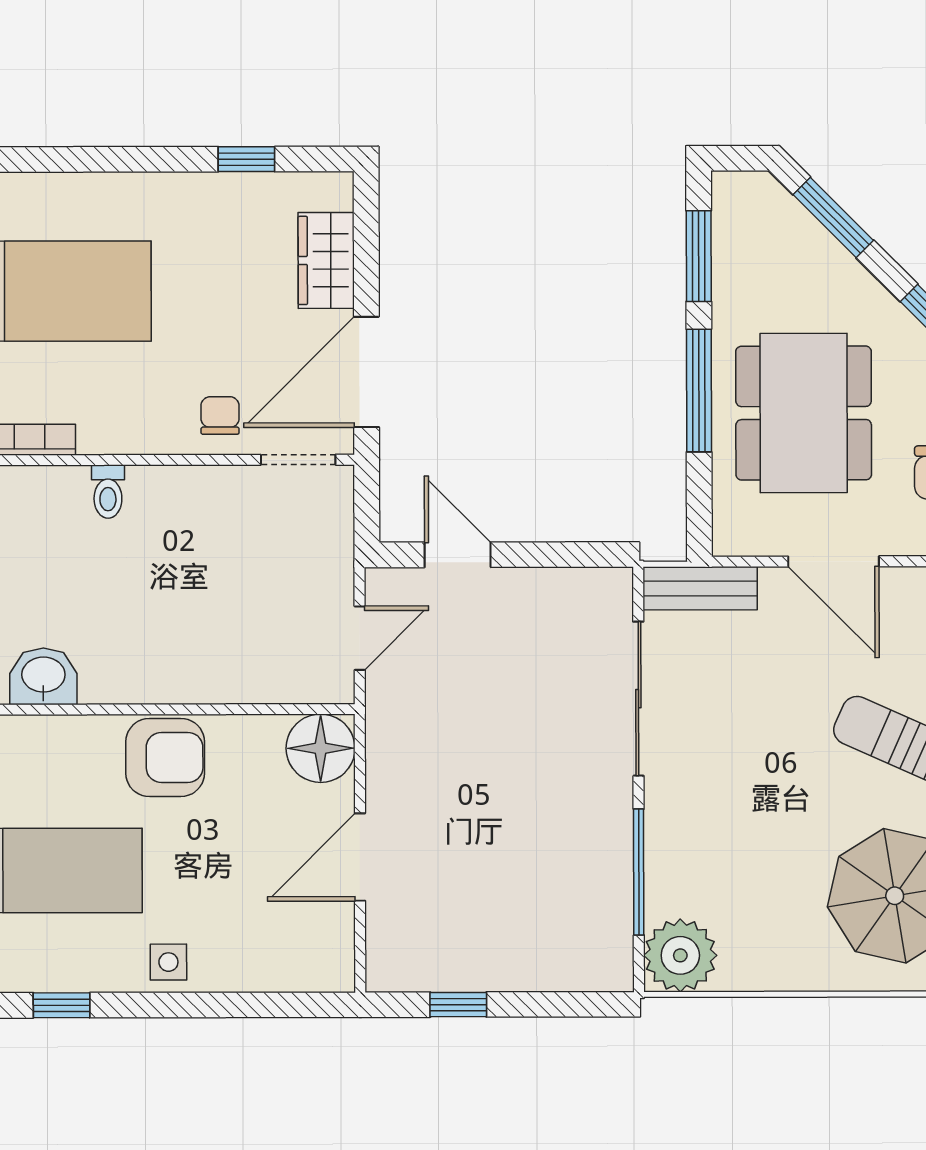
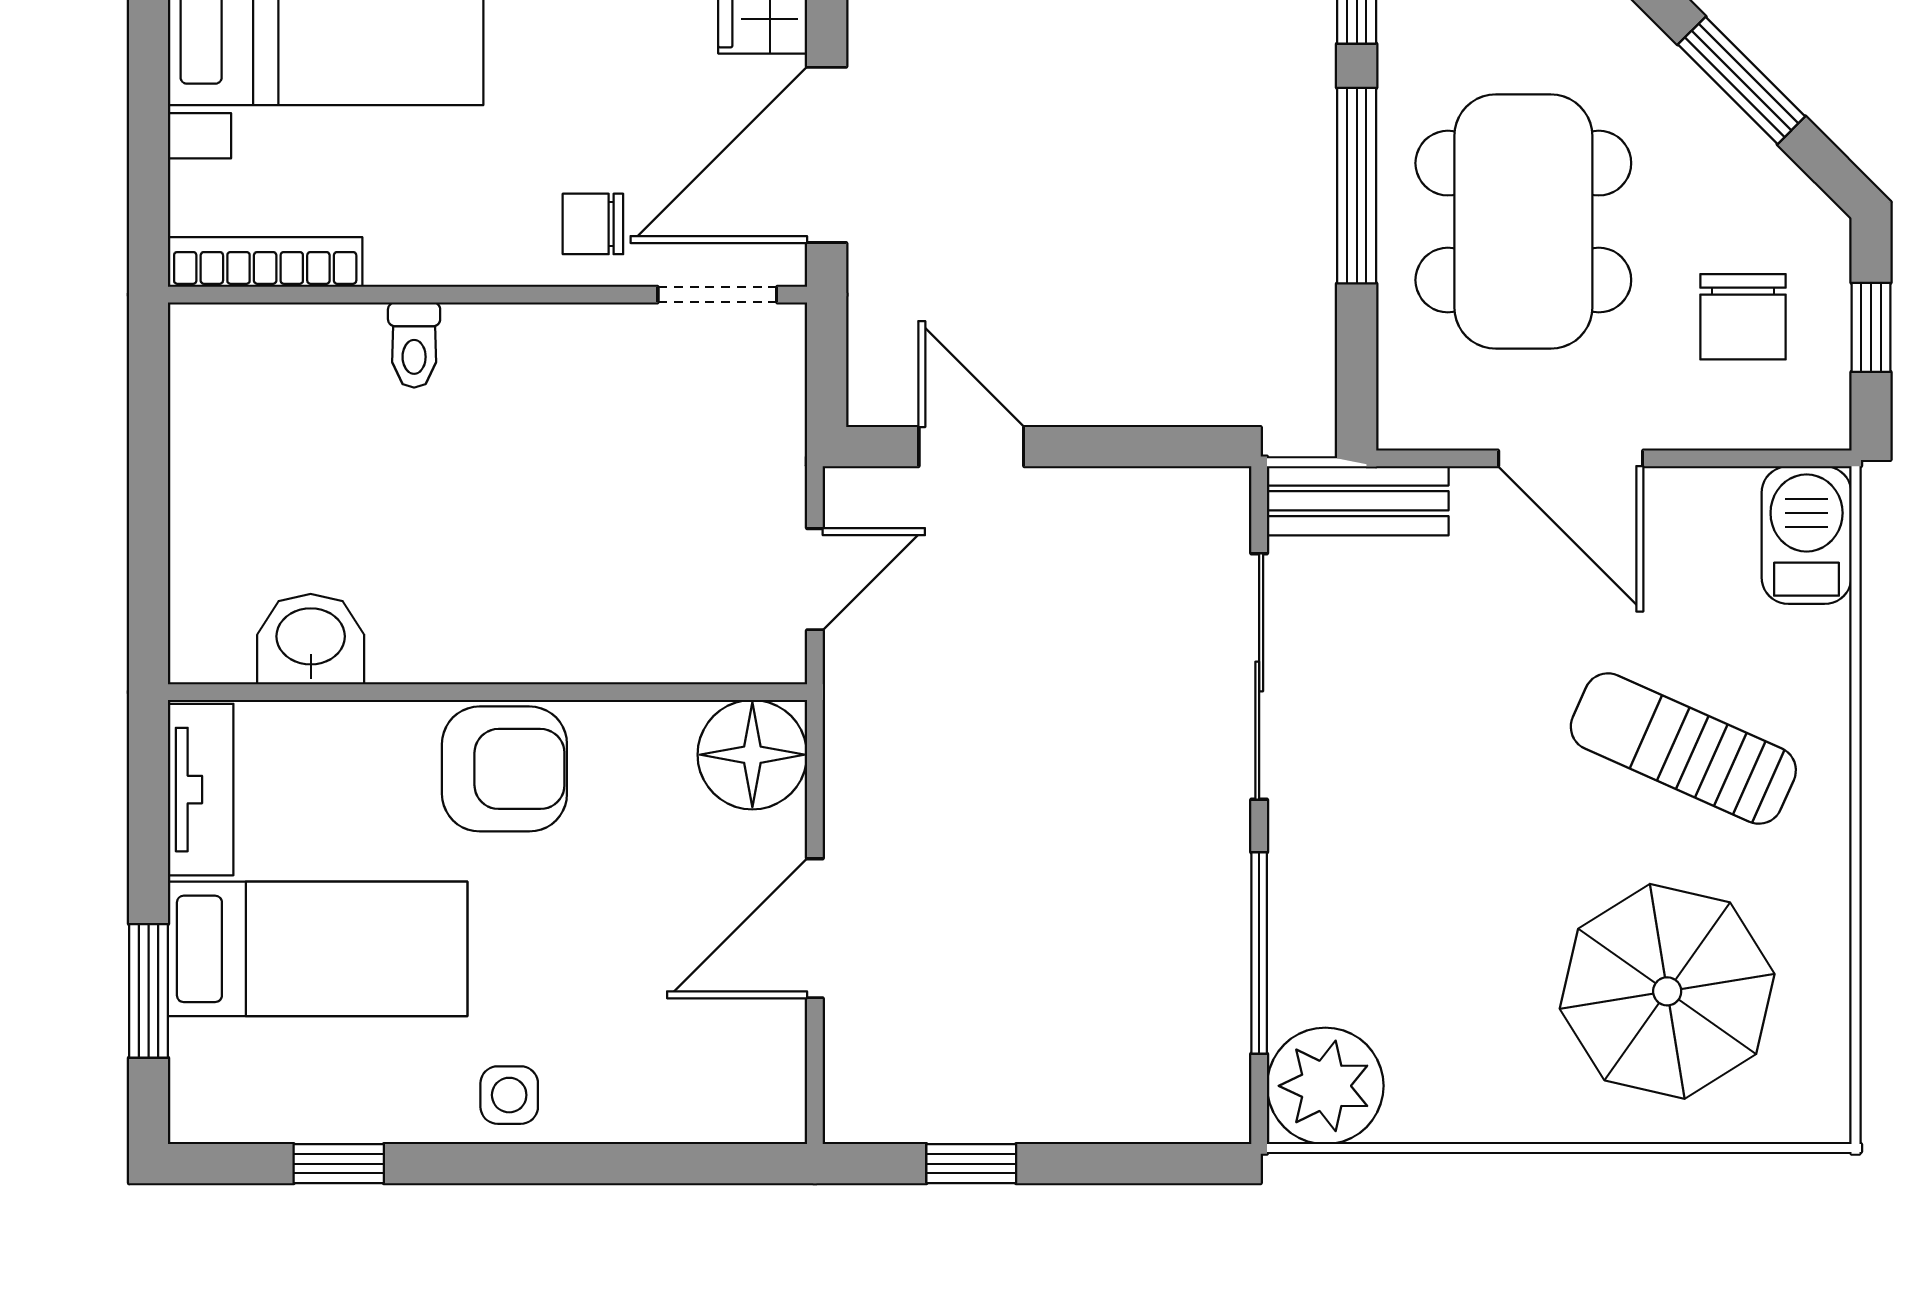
chair: (220, 416) -> (593, 224), turned -90

